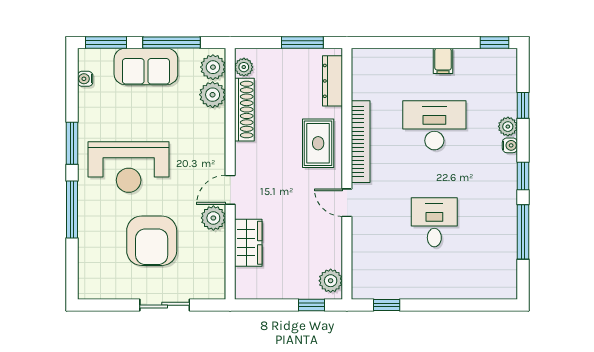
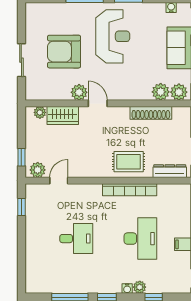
plant: (244, 67) -> (40, 112), moved
reception desk: (129, 167) -> (113, 36), turned 180
door: (347, 203) -> (59, 181), moved

